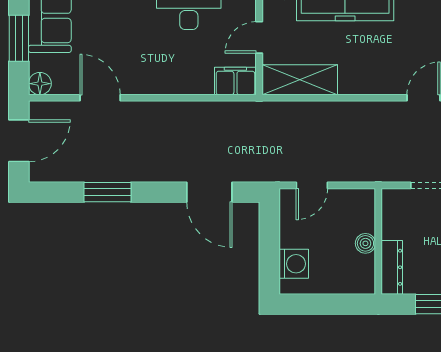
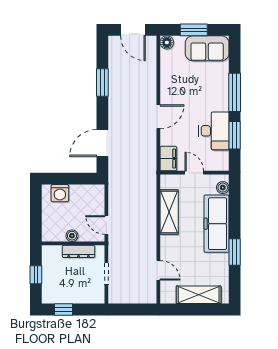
shelving: (300, 80) -> (169, 212), moved
door: (100, 98) -> (158, 117), moved
door: (312, 185) -> (106, 225), moved
dresser: (392, 267) -> (79, 251), moved

